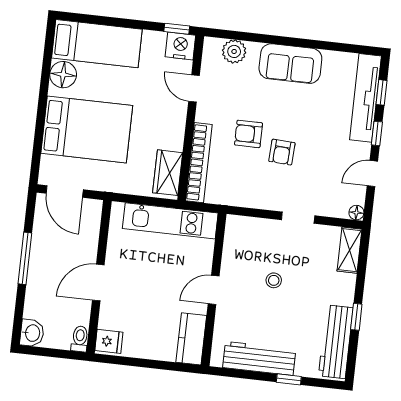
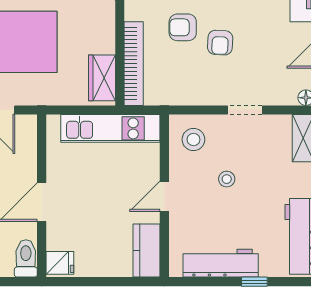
stool: (247, 240) -> (193, 140), added
toilet: (80, 339) -> (26, 258), width x1.37, depth x1.39

